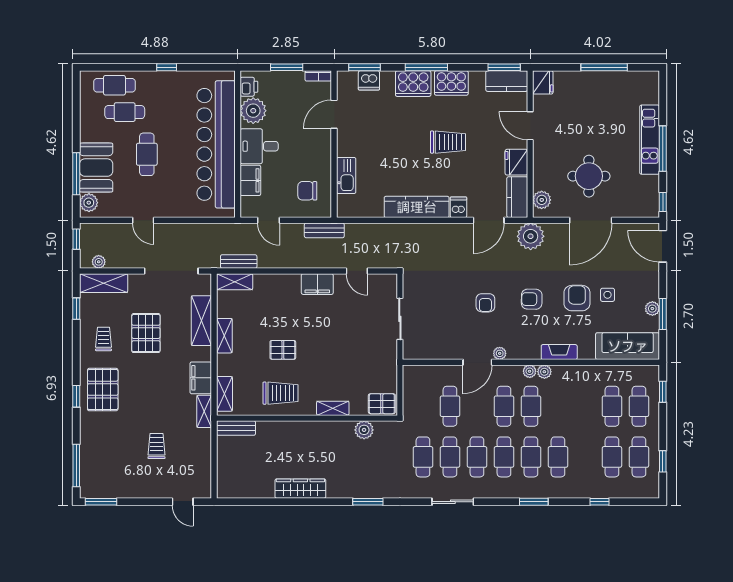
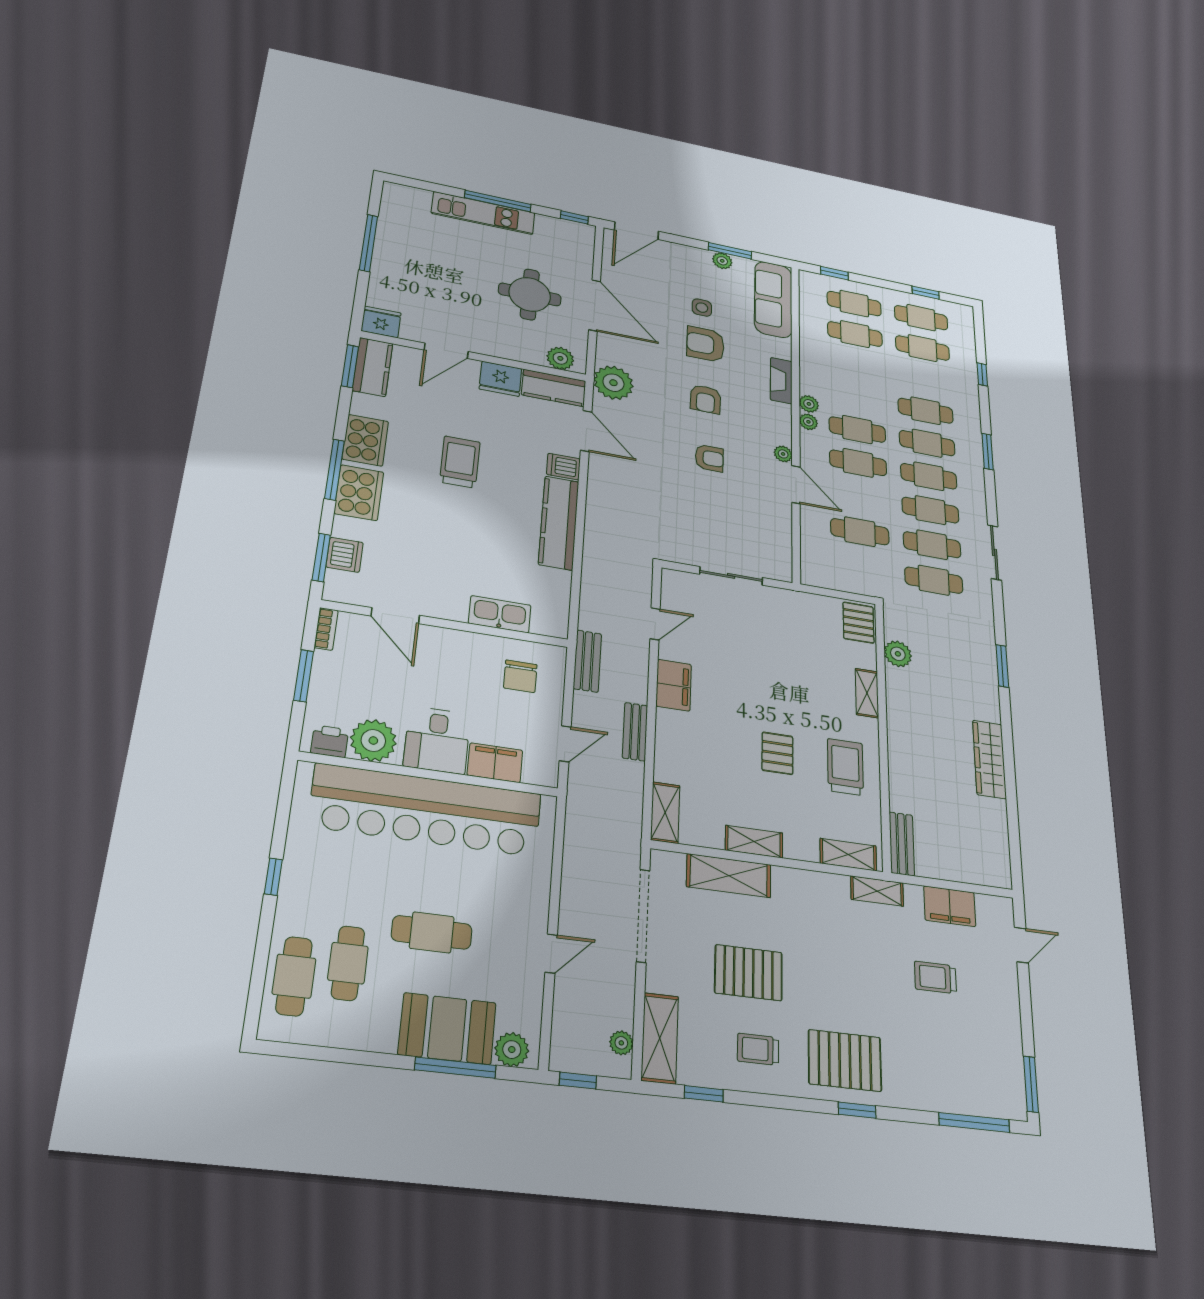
bench: (239, 262) -> (635, 732), moved
filing cabinet: (201, 378) -> (950, 906), moved

